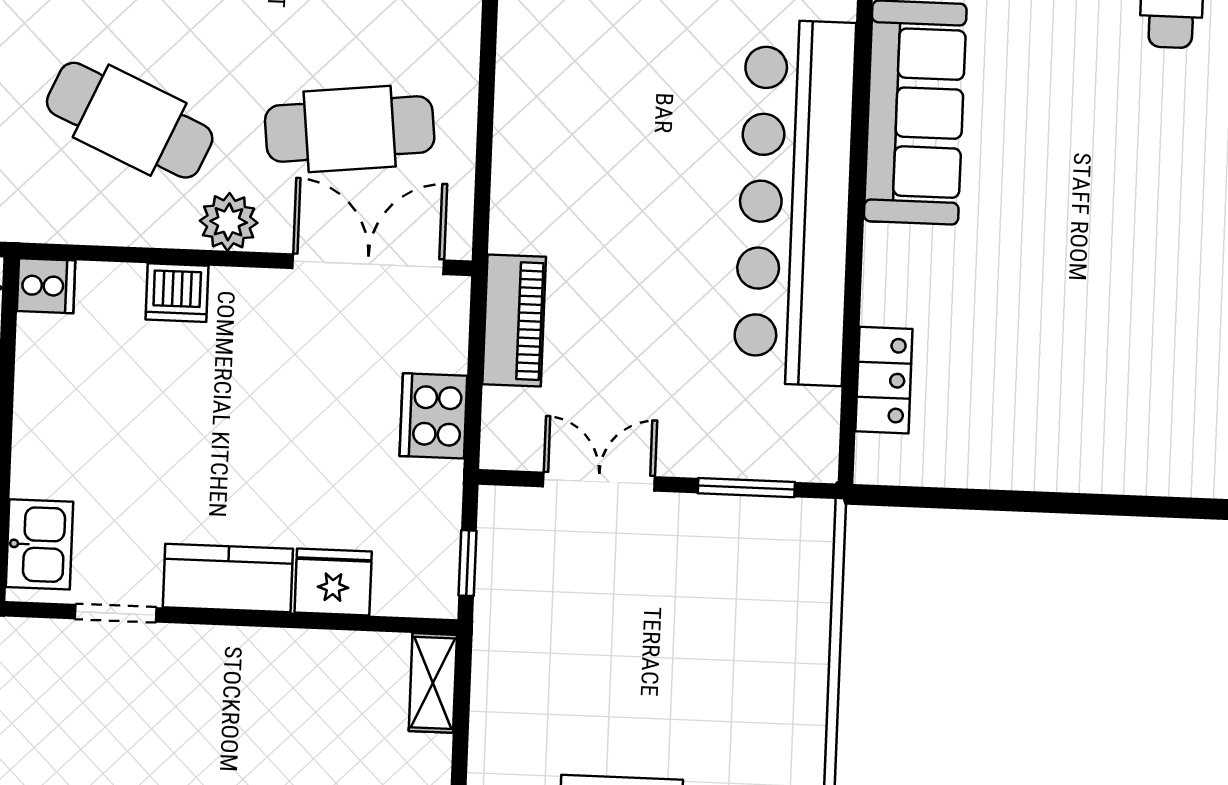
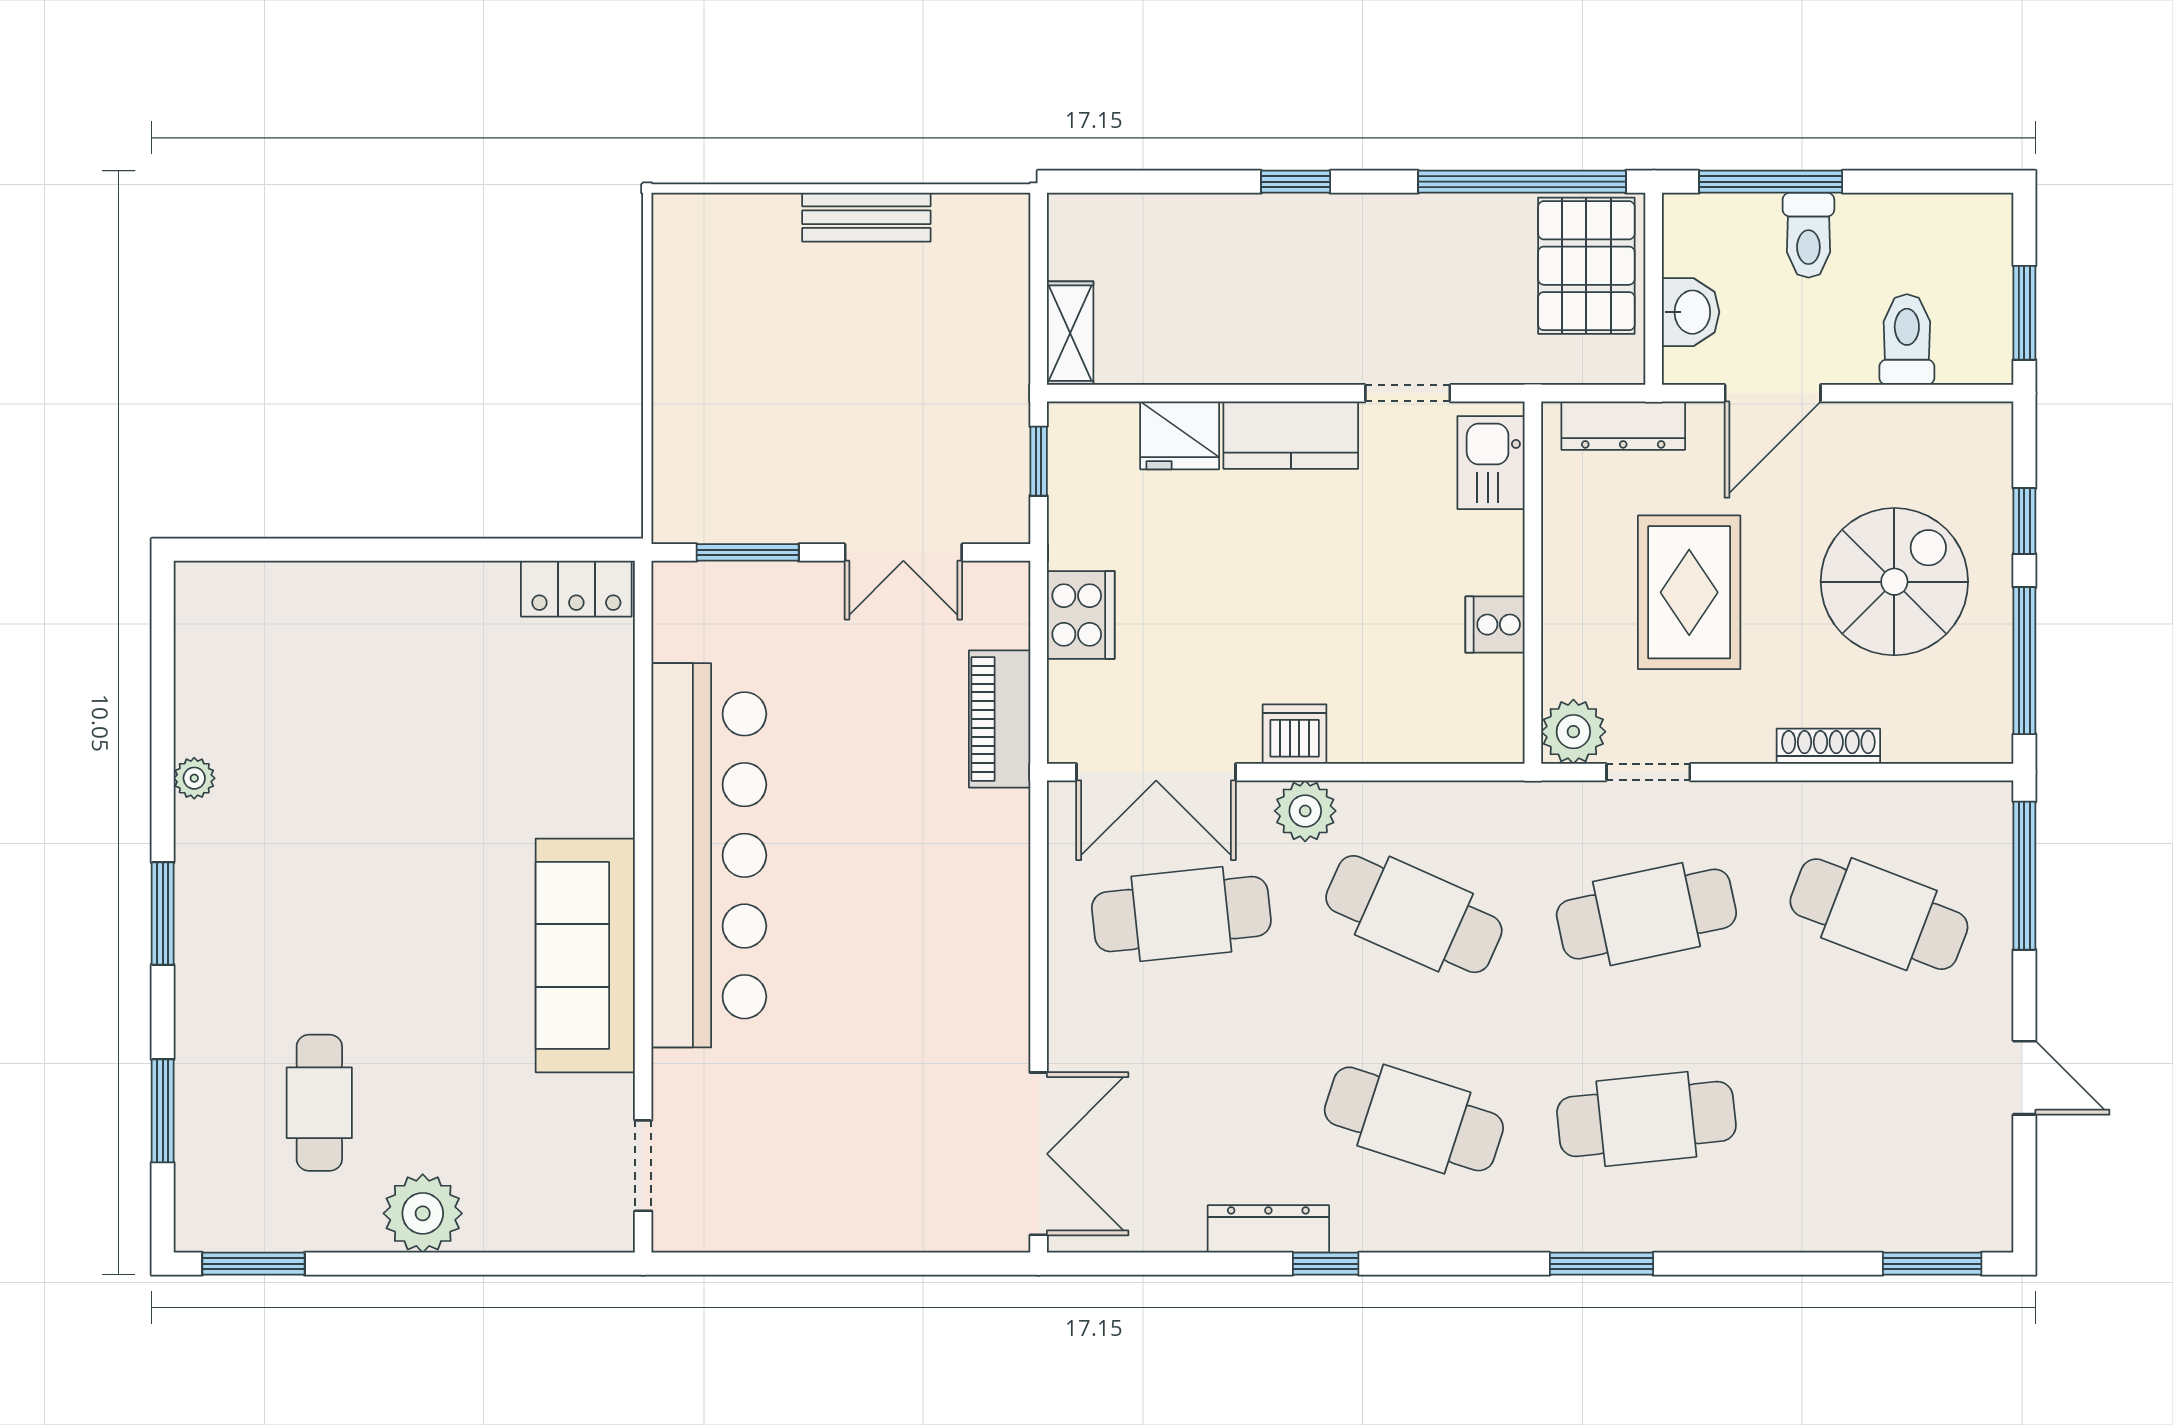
cooker: (46, 286) -> (1495, 625), moved
dishwasher: (177, 293) -> (1295, 734), moved
locker: (884, 380) -> (576, 589), moved, turned -90

